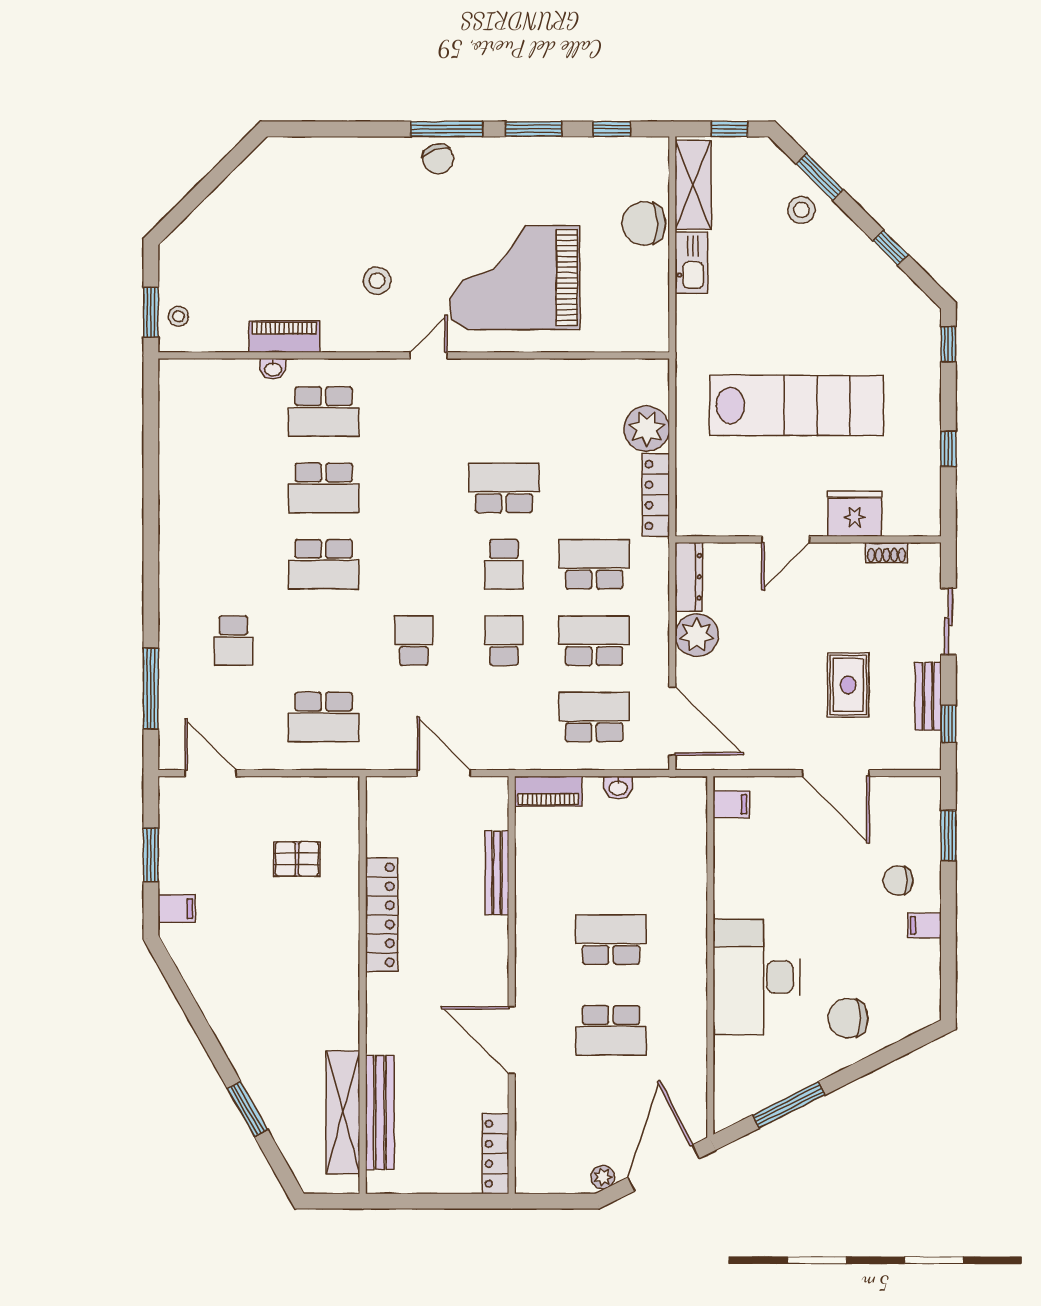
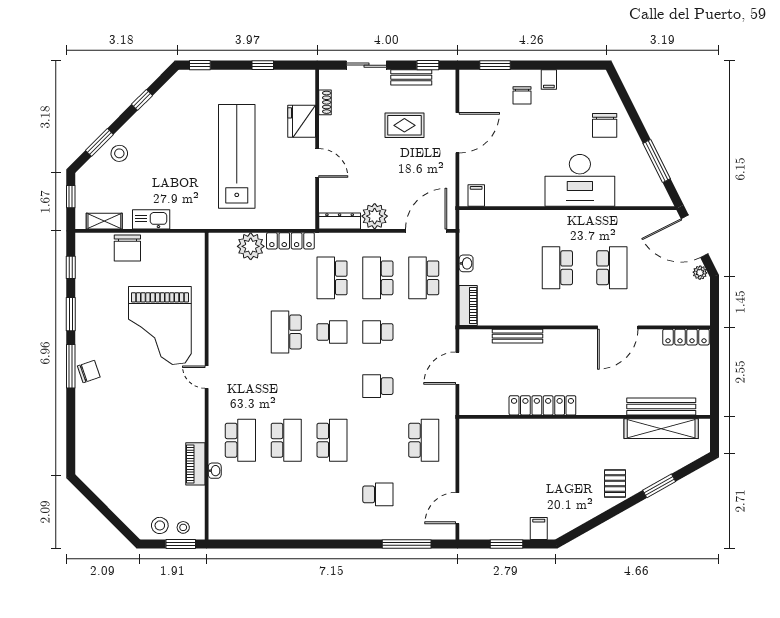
shelving: (693, 185) -> (104, 221), width x0.67, depth x0.75
stool: (377, 281) -> (160, 525), moved
pallet: (297, 859) -> (615, 484), moved

